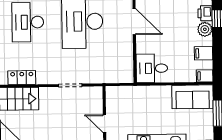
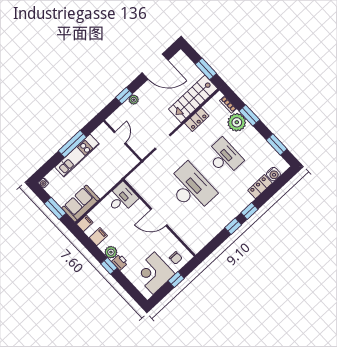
door: (105, 124) -> (120, 138), hinge flipped

